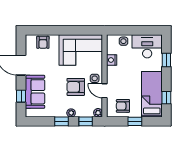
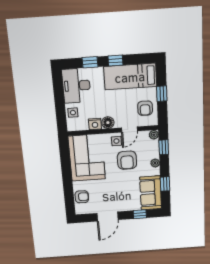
floor lamp: (112, 72) -> (108, 123), added
sofa: (35, 92) -> (151, 193), moved, turned -90
window: (166, 98) -> (115, 61), moved
window: (62, 121) -> (165, 184), moved

